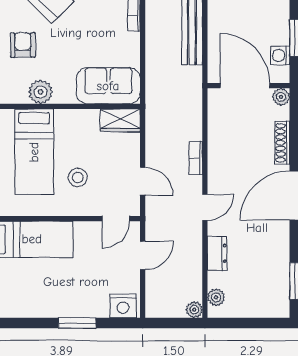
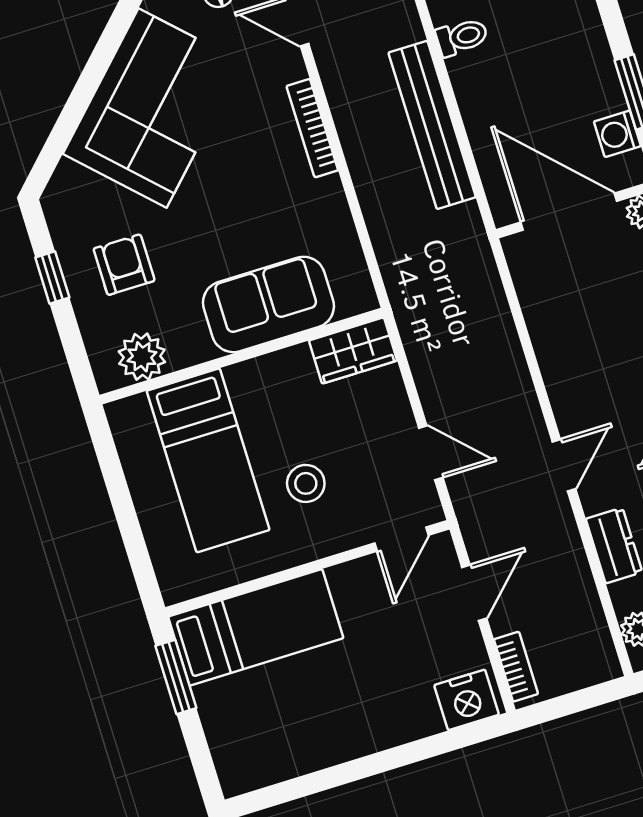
sofa: (108, 86) -> (268, 304), moved
plant: (41, 92) -> (142, 357), moved
bookcase: (196, 158) -> (516, 667), moved, turned 180
plant: (194, 310) -> (604, 665), removed
window: (77, 323) -> (390, 759), removed

